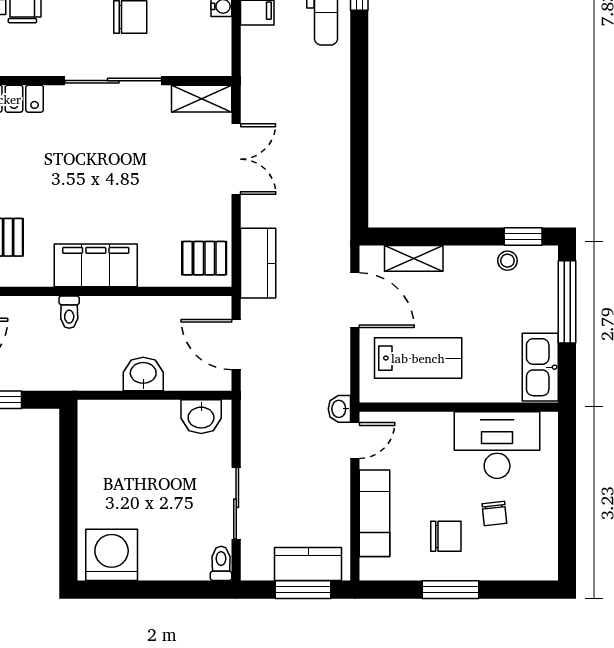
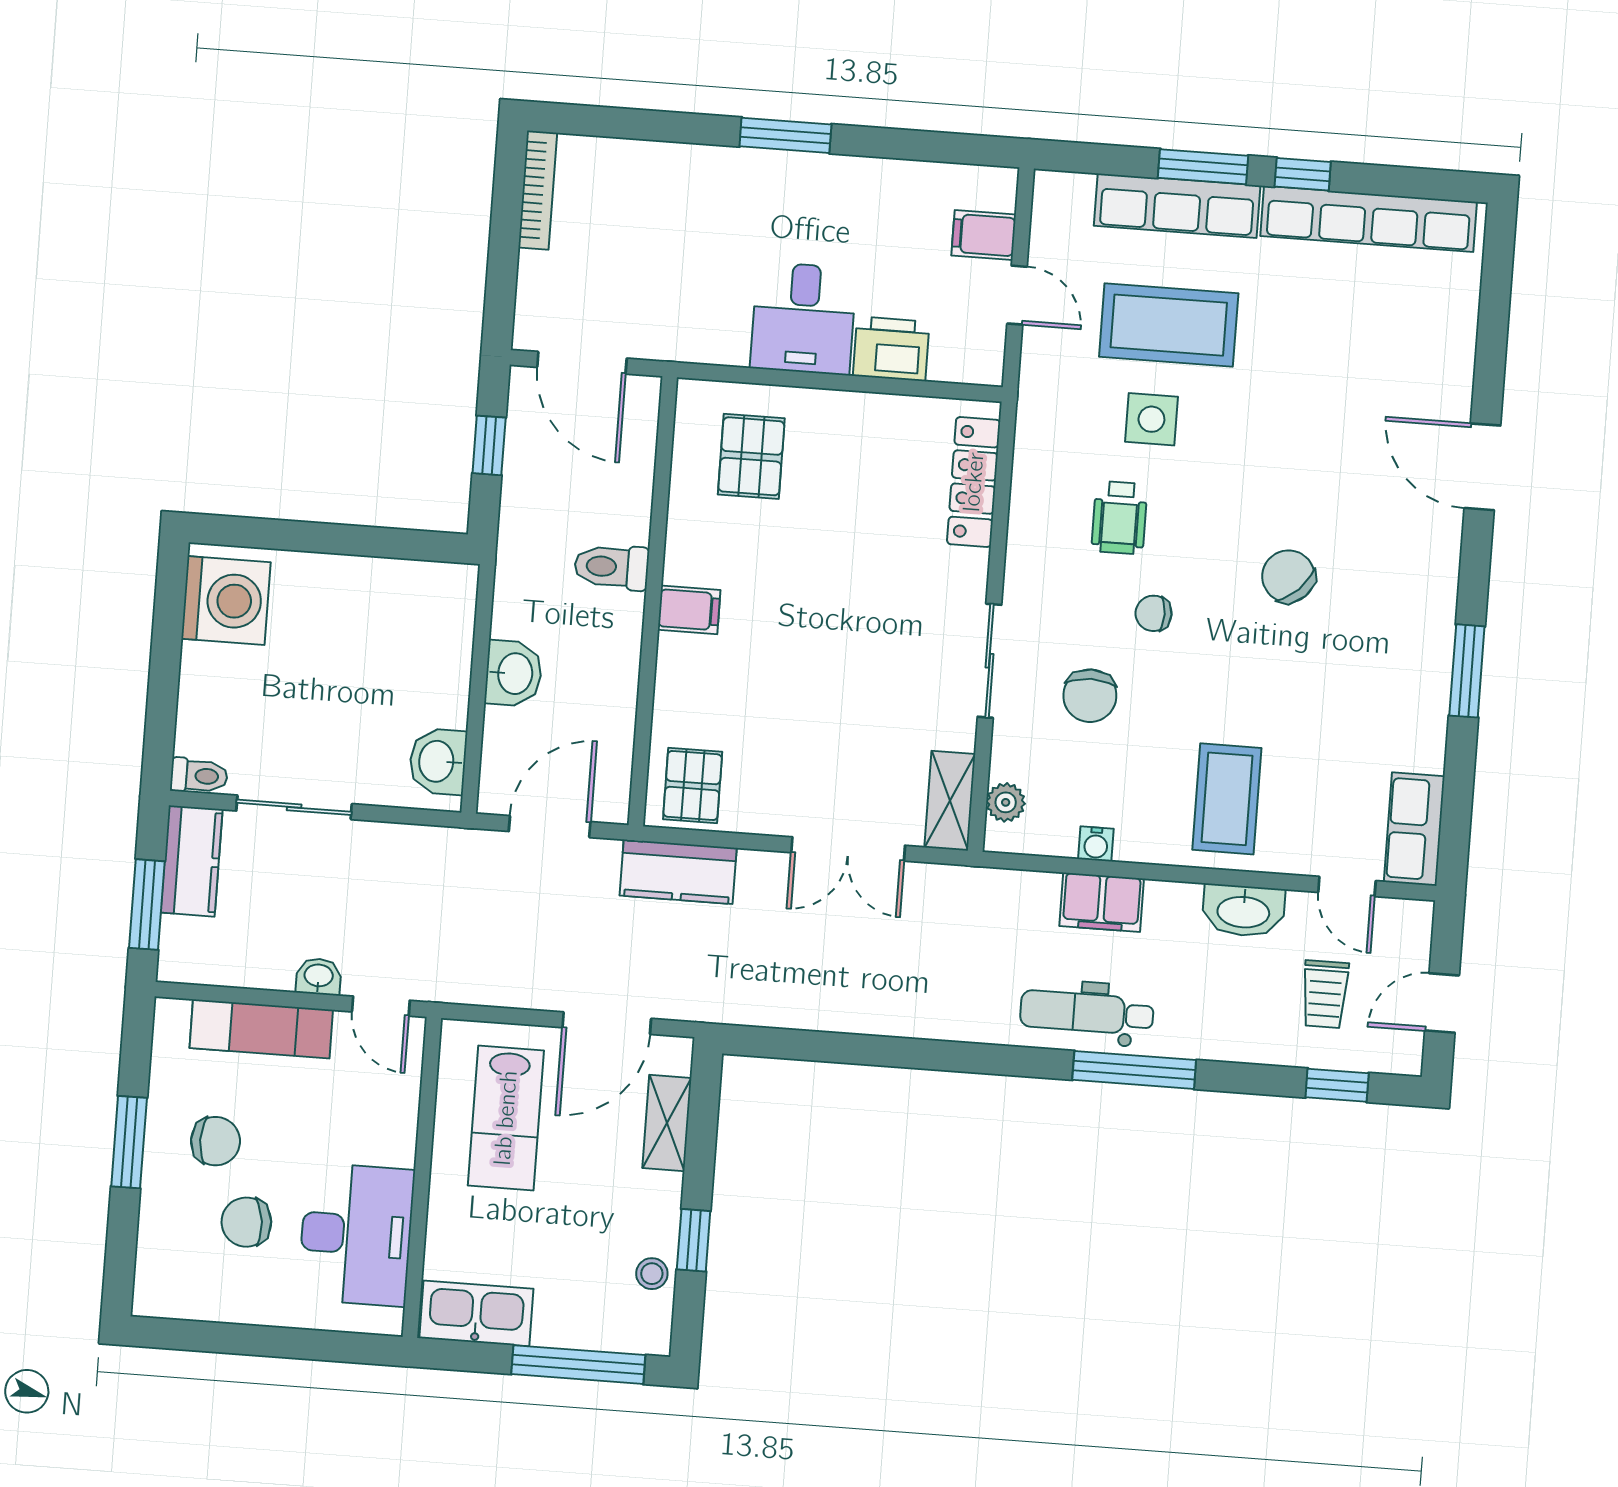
plant: (200, 64) -> (1006, 802), added
sliding door: (113, 81) -> (990, 661), width x0.73
window: (523, 236) -> (694, 1240), moved
filing cabinet: (96, 265) -> (689, 610), width x0.33, depth x0.86
toilet: (69, 312) -> (612, 567), width x1.37, depth x1.39
washbasin: (339, 409) -> (319, 976), moved
chair: (494, 513) -> (246, 1222), width x1.37, depth x1.37
chair: (446, 536) -> (215, 1141), turned -90
kitchen counter: (308, 564) -> (192, 861), moved

